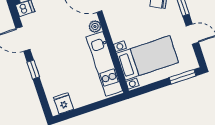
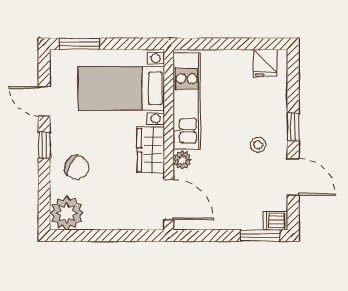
wardrobe: (116, 26) -> (151, 150), added
stool: (51, 51) -> (258, 145), added

